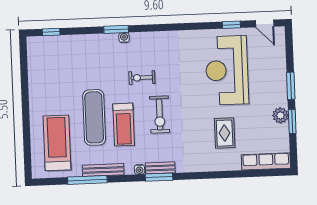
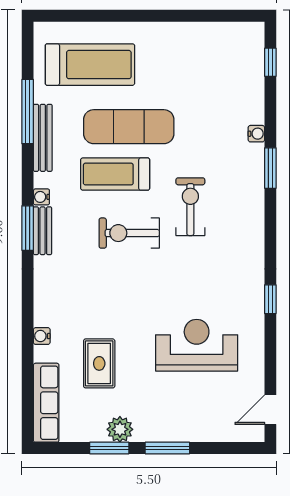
window: (231, 25) -> (270, 299), moved
water cooler: (124, 38) -> (256, 134), moved
reception desk: (227, 70) -> (197, 345), width x0.74, depth x0.77
exercise bike: (142, 78) -> (190, 207), width x1.38, depth x1.39
rug: (225, 133) -> (99, 363), moved, turned 90
water cooler: (225, 166) -> (42, 336), added

